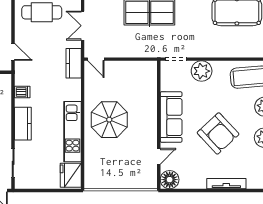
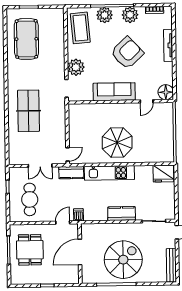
dishwasher: (22, 92) -> (79, 215), moved
kitchen unit: (72, 132) -> (109, 173), moved
door: (159, 156) -> (147, 101), swing flipped

